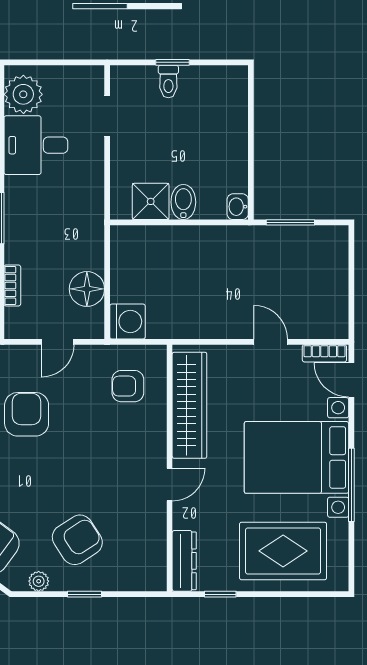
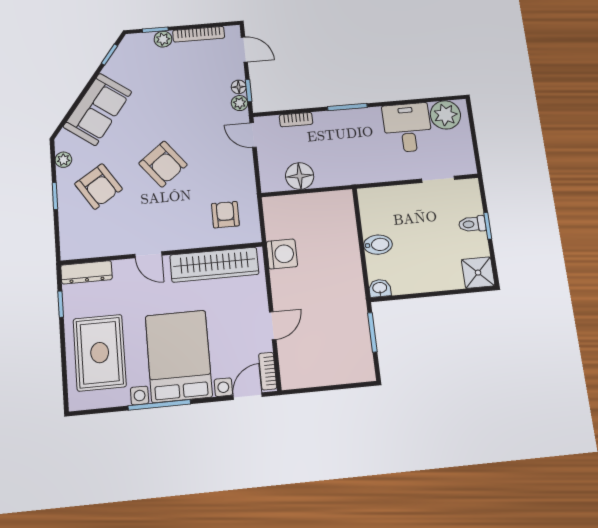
shower: (151, 201) -> (478, 273), moved
washing machine: (127, 321) -> (282, 254), moved, turned -90
door: (58, 342) -> (253, 135), moved
armchair: (27, 414) -> (163, 164), moved, turned 52

